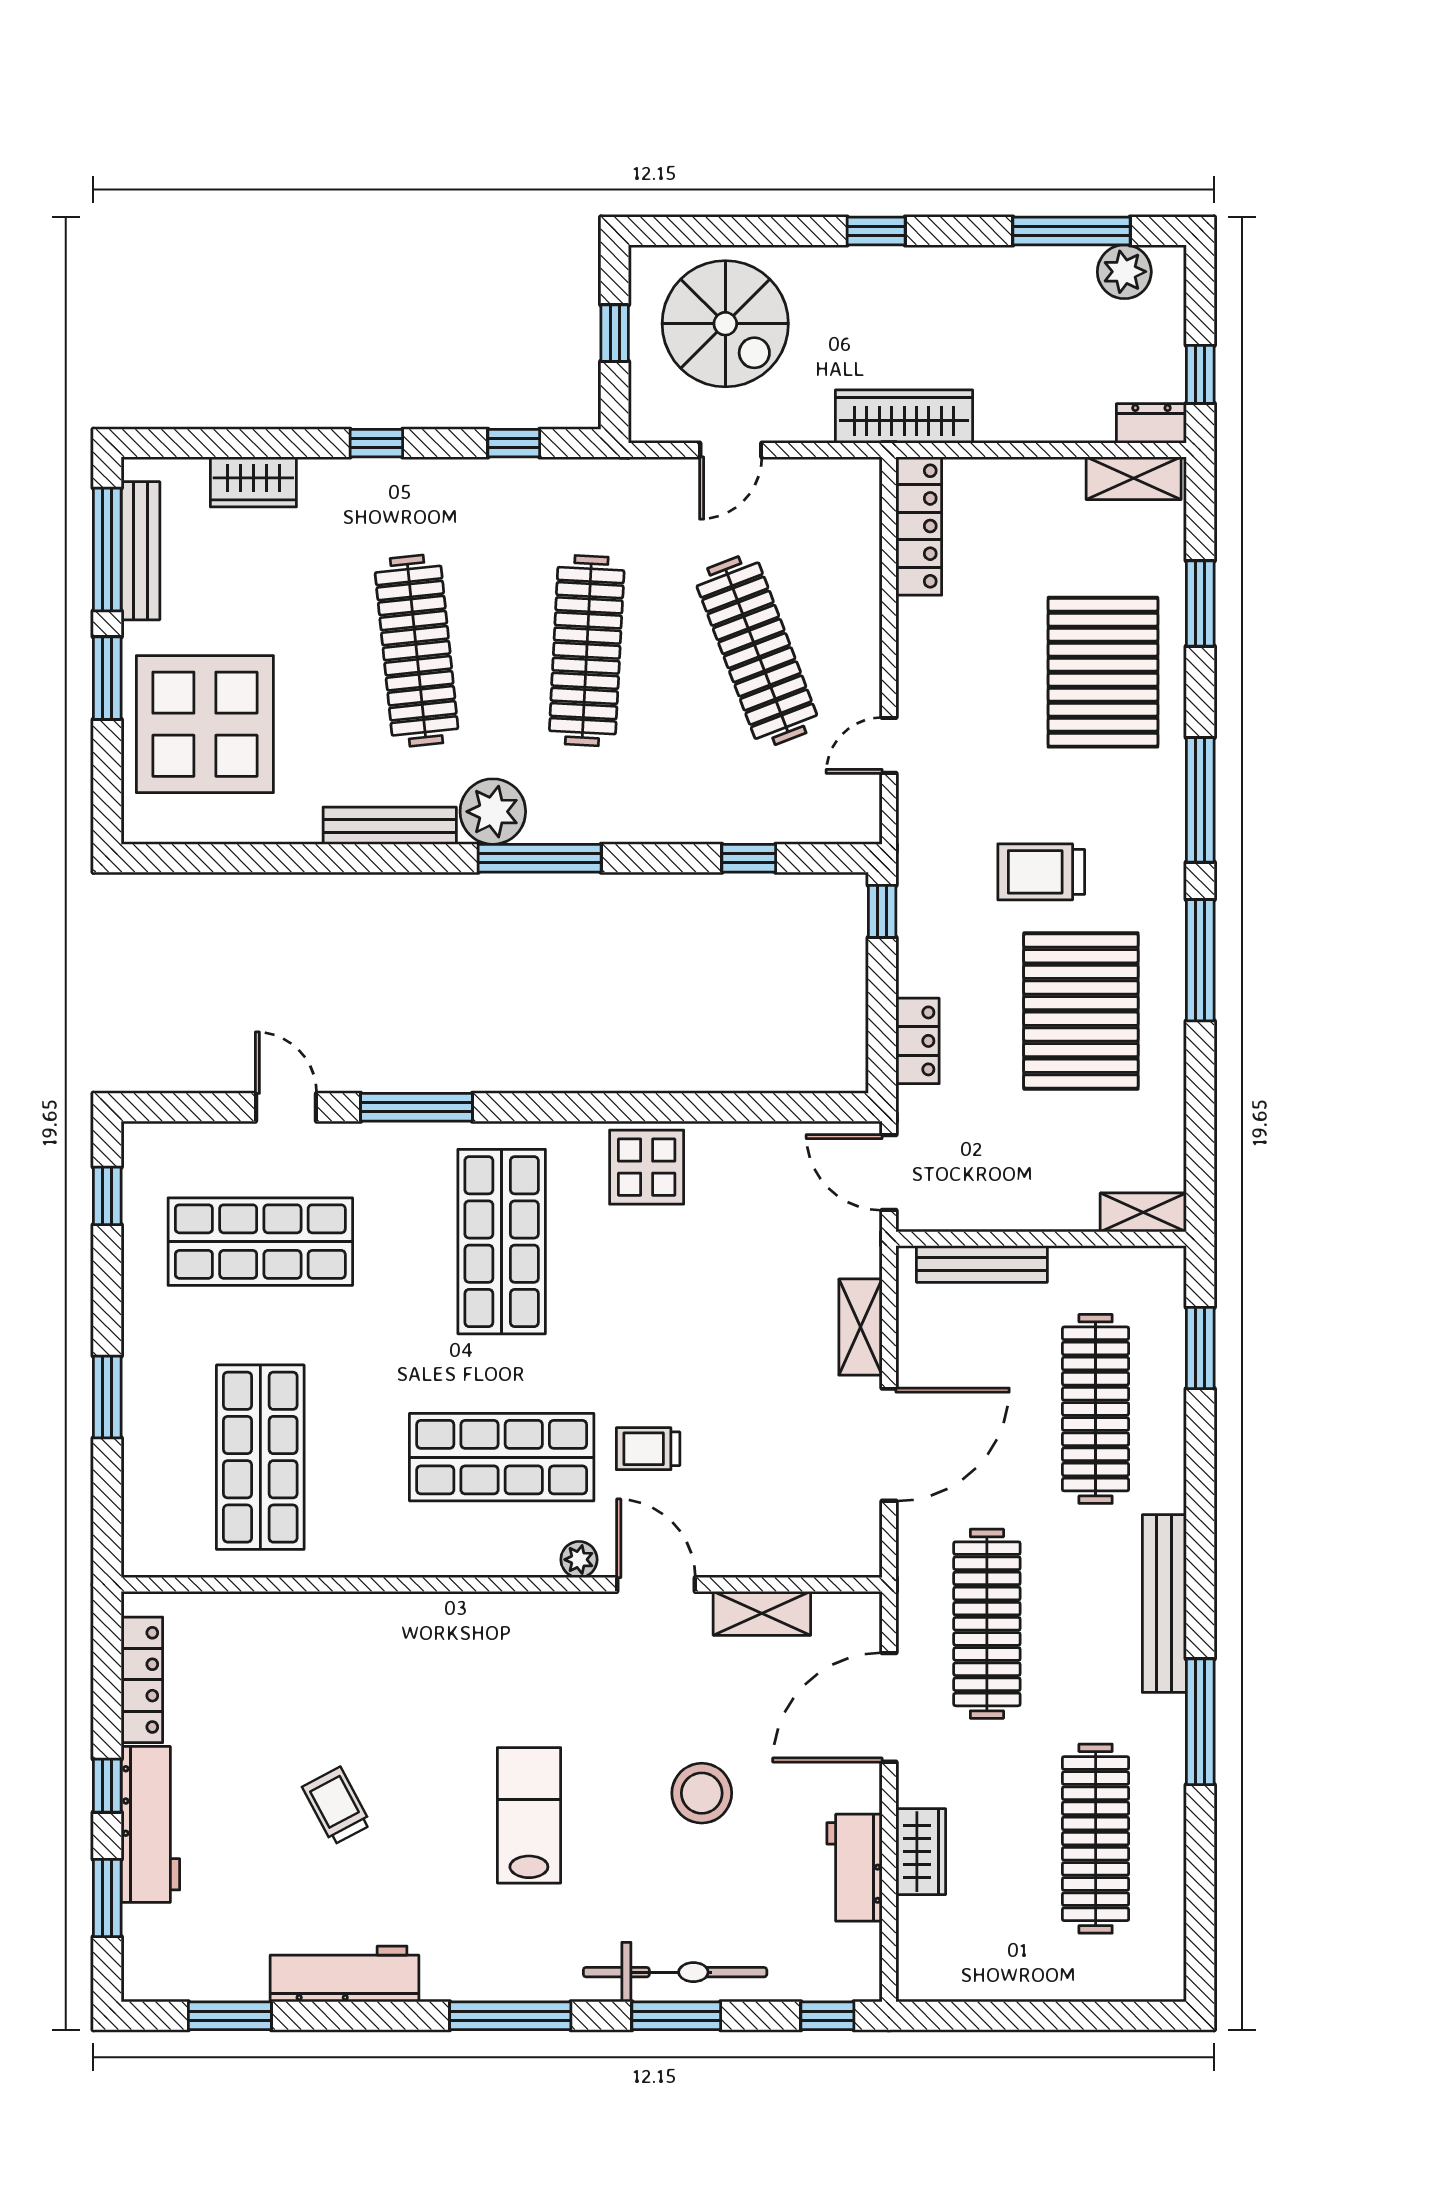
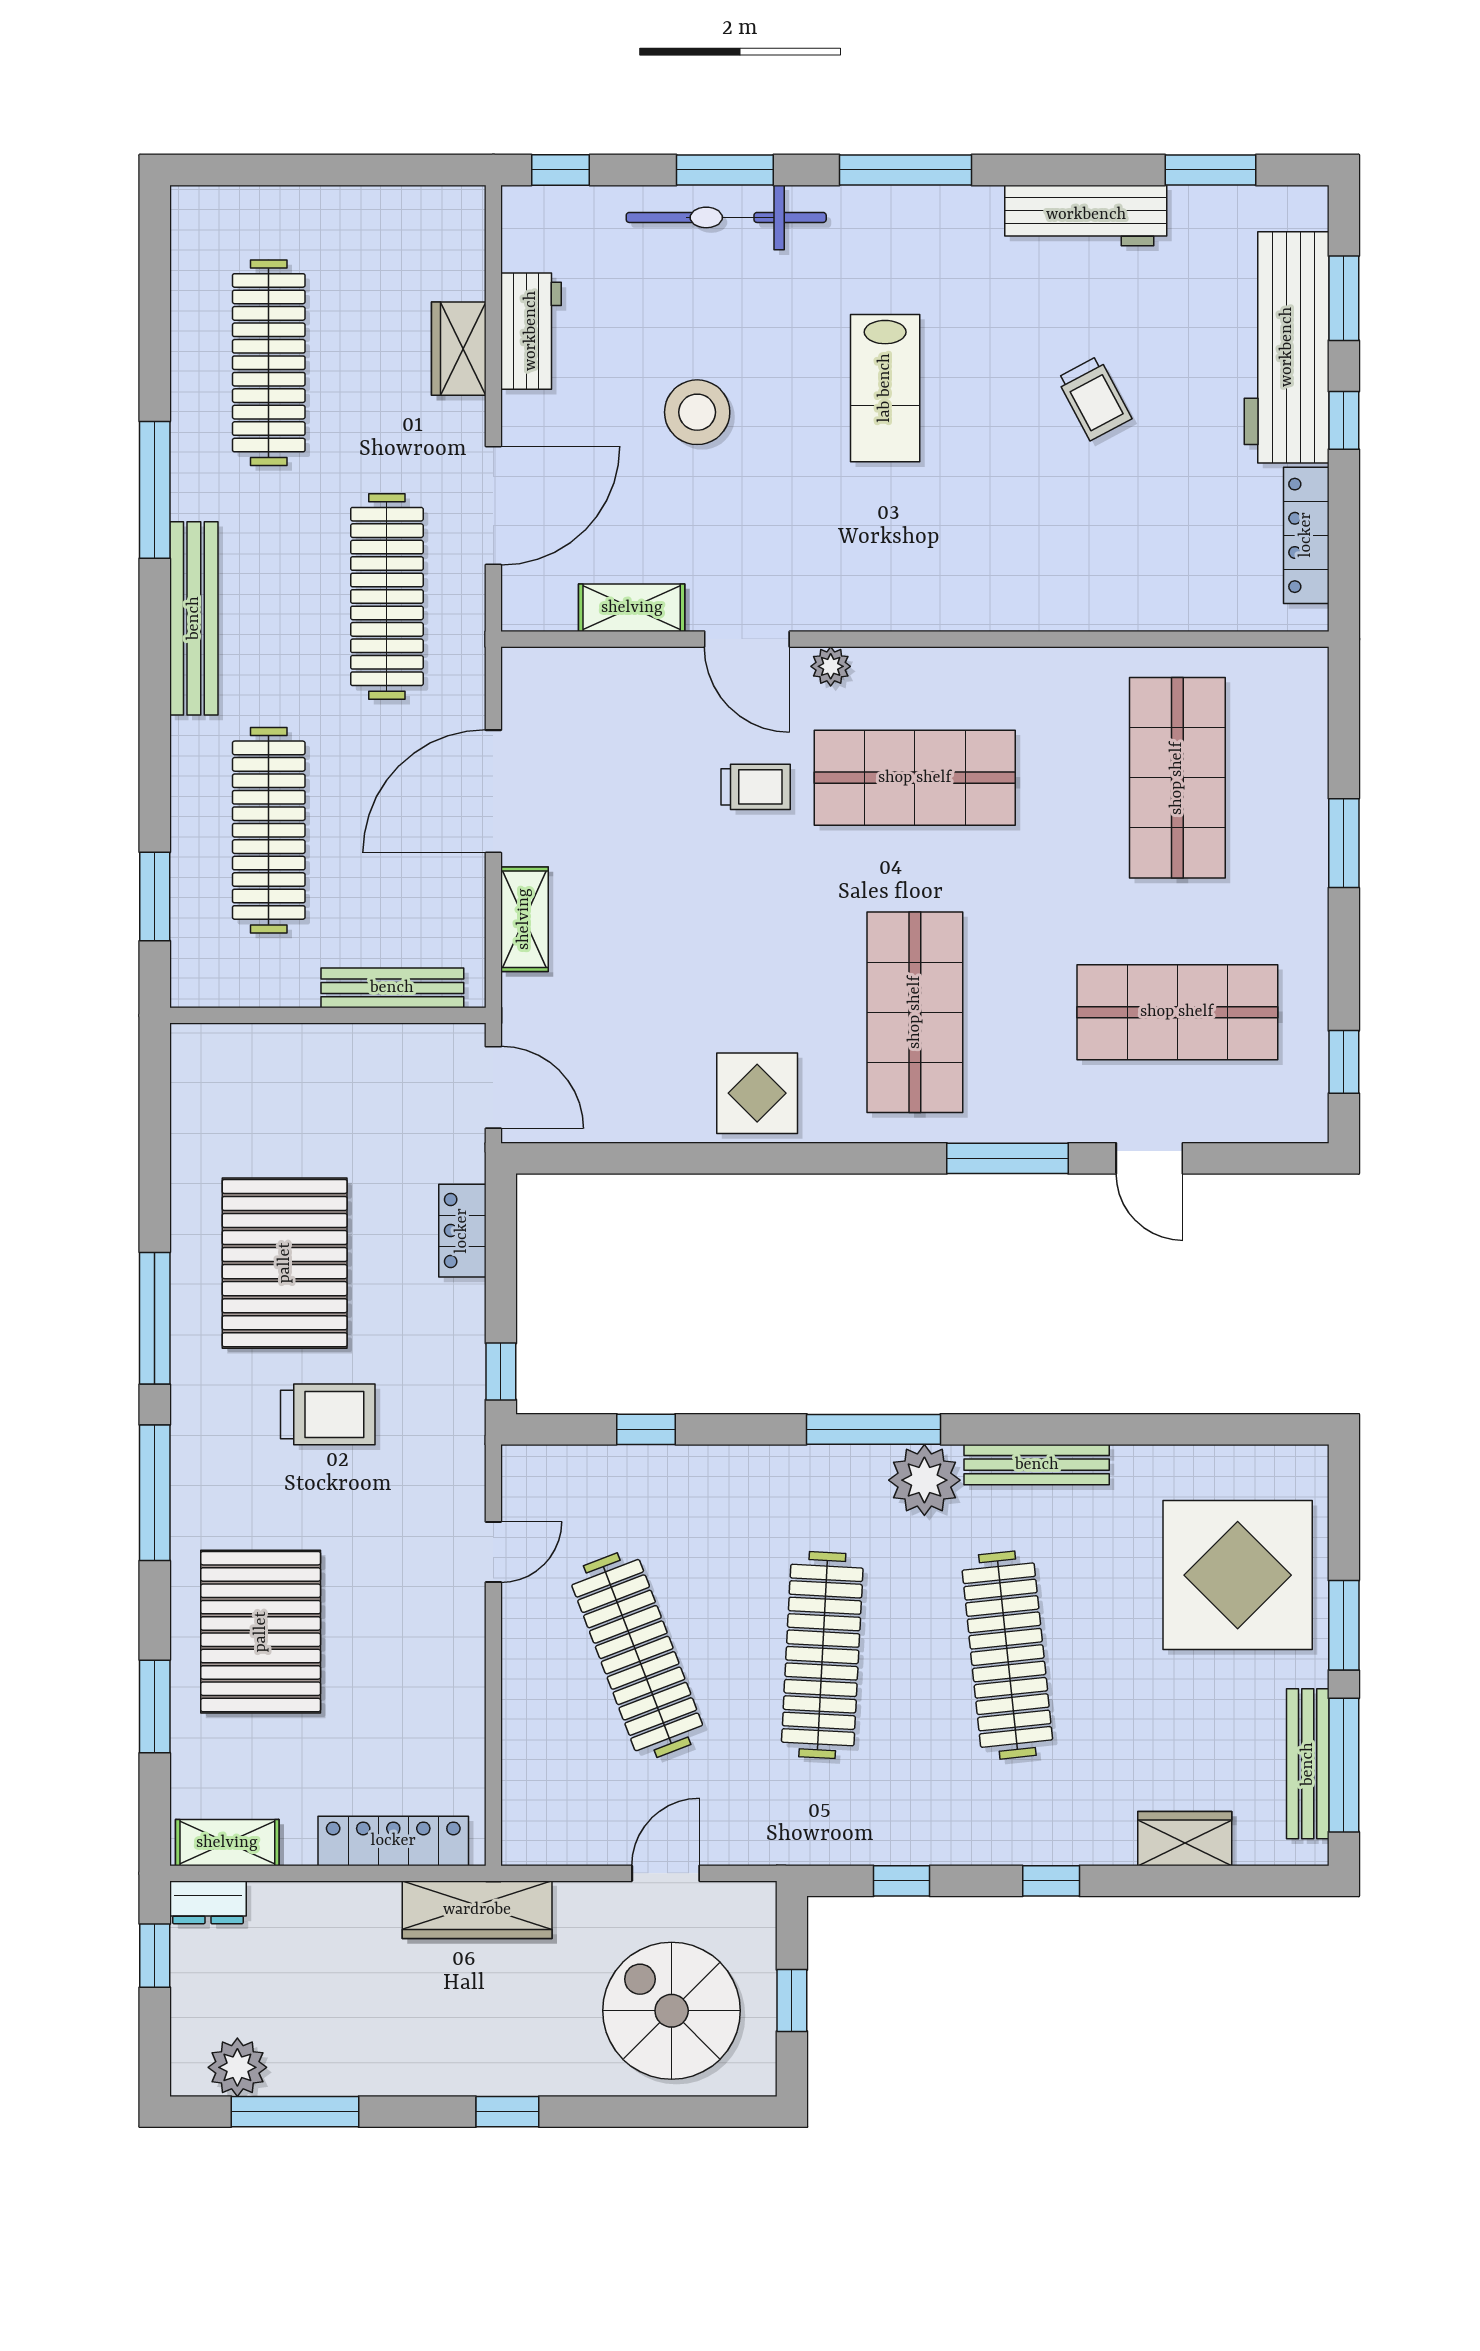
locker: (919, 526) -> (393, 1841), moved, turned 90
shelving: (1143, 1212) -> (217, 1044), removed
workbench: (150, 1824) -> (1287, 347), width x1.36, depth x1.32

